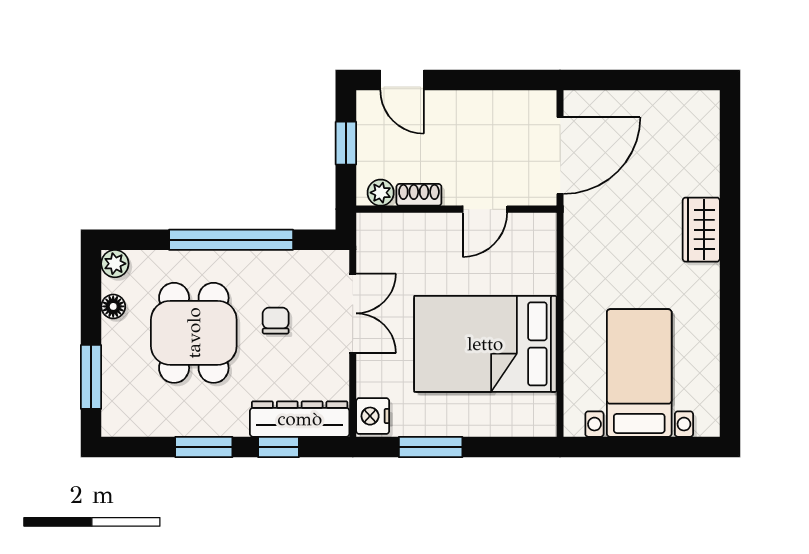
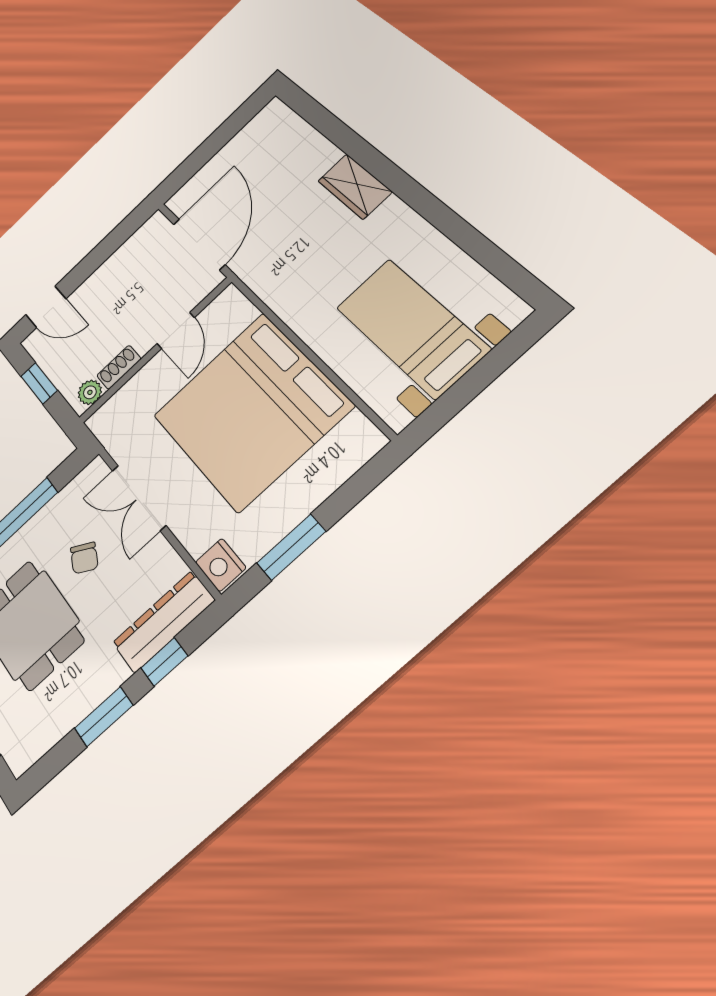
double door: (353, 313) -> (139, 498), swing flipped
chair: (276, 321) -> (84, 558), turned -151
bed: (485, 344) -> (251, 411), width x1.36

